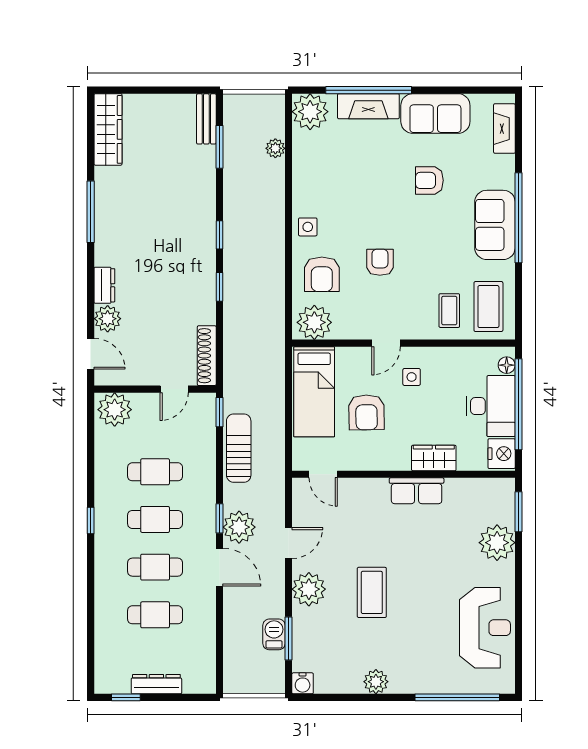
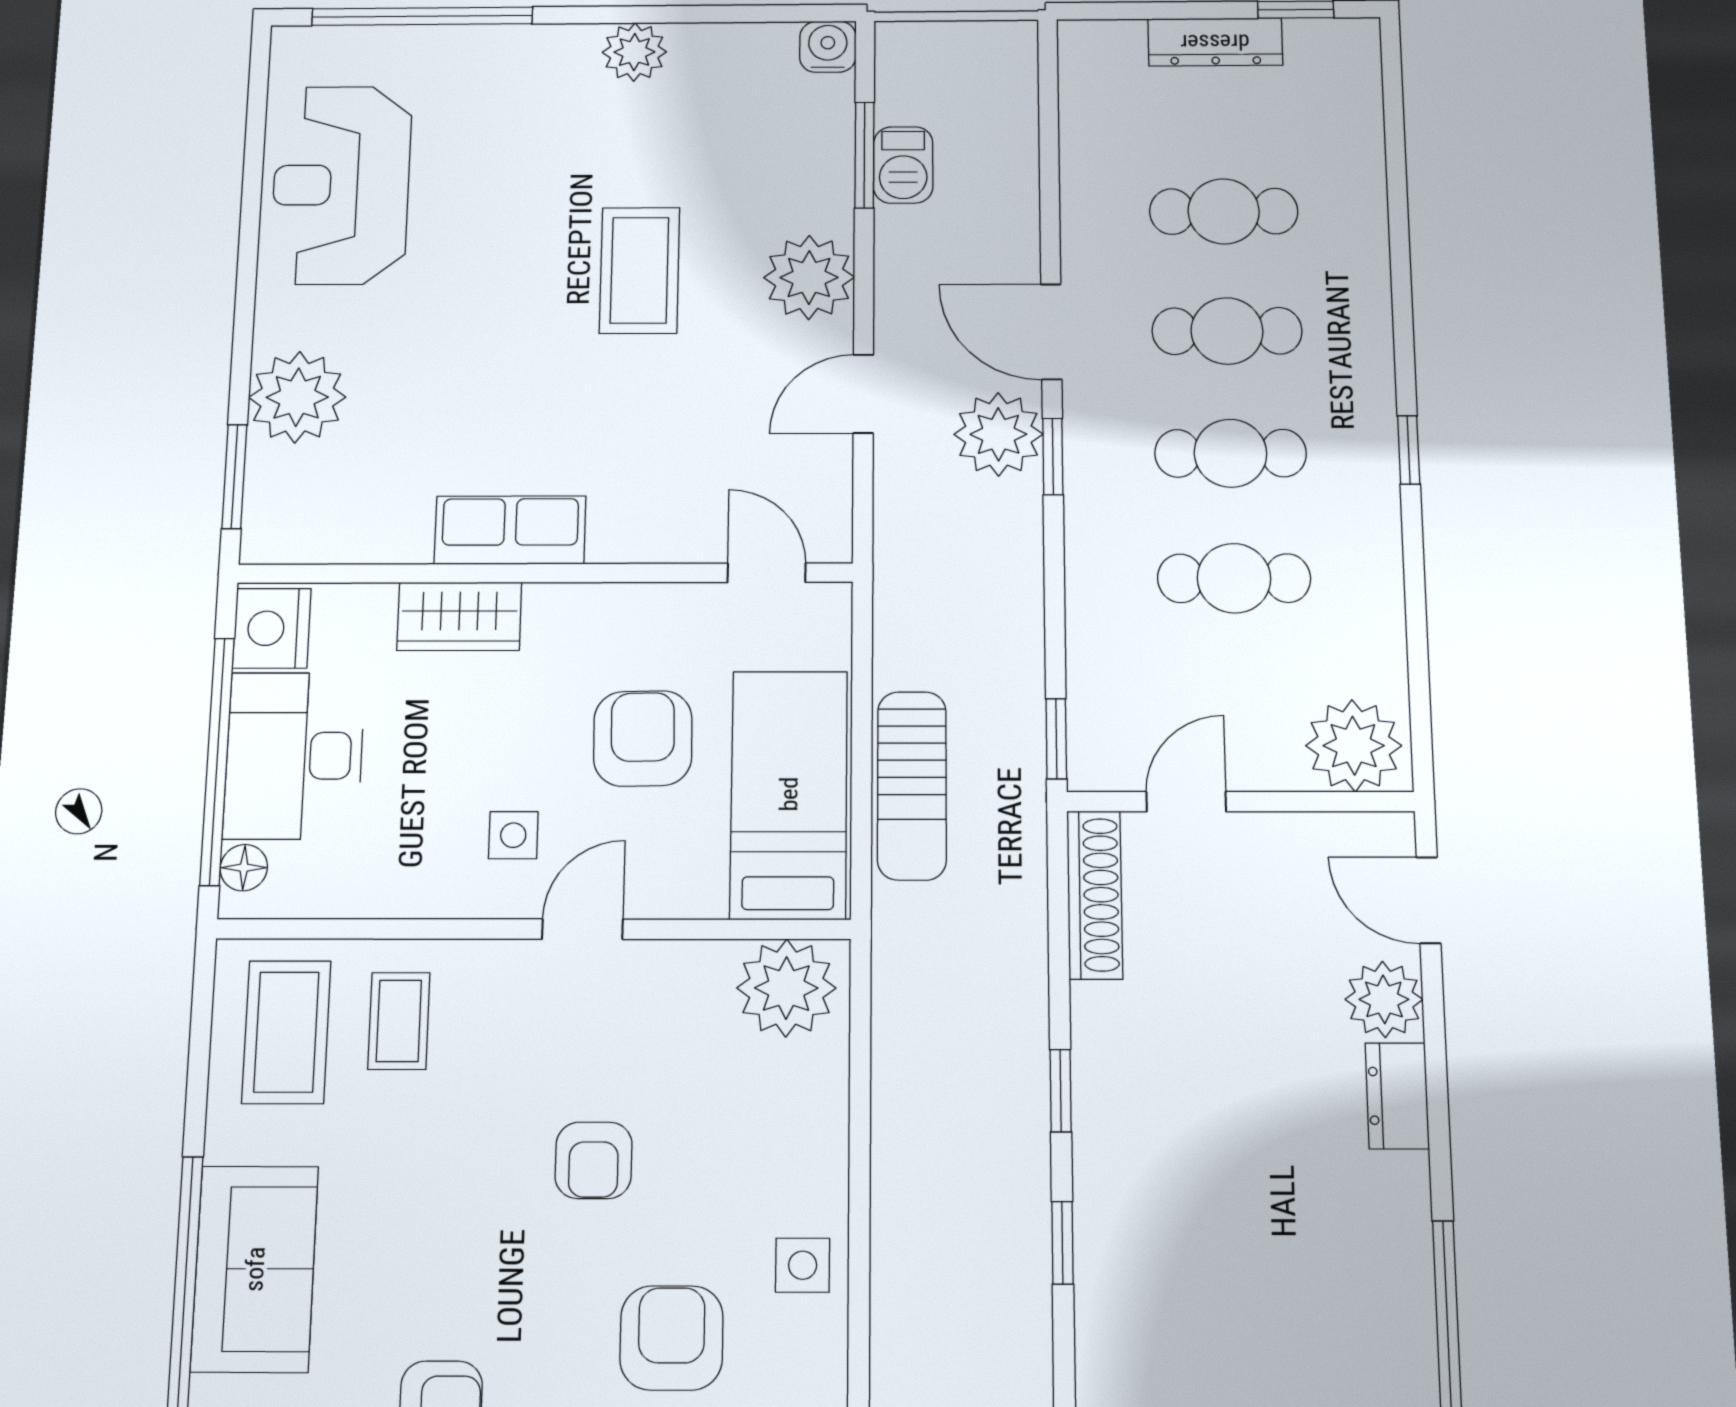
armchair: (322, 274) -> (671, 1338), moved
sun lounger: (239, 448) -> (912, 785), moved

